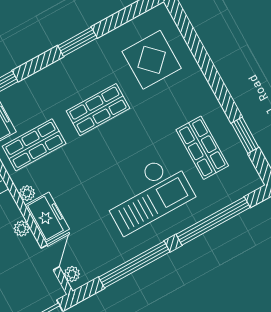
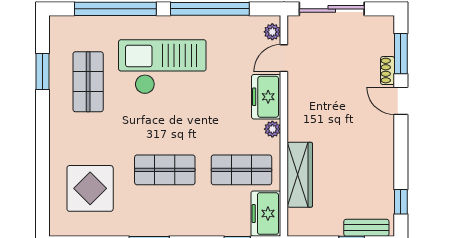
plant: (22, 229) -> (295, 99), removed

